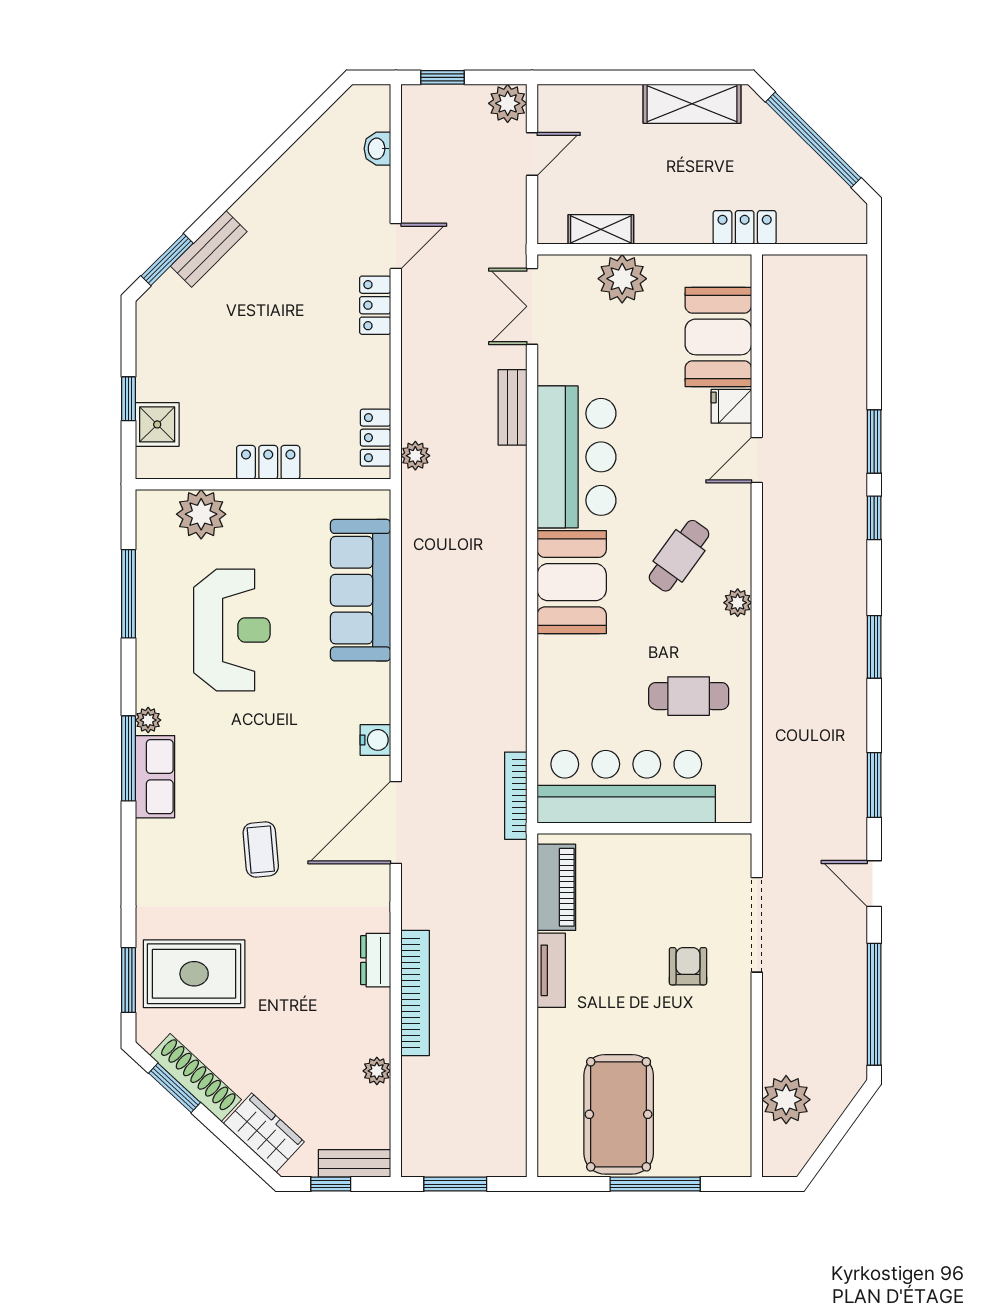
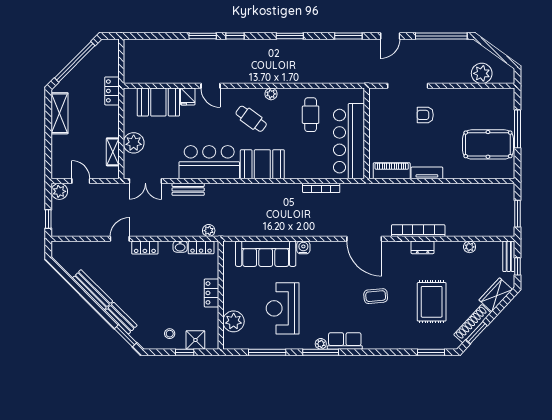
washbasin: (377, 149) -> (180, 247), moved
bench: (276, 182) -> (92, 290), added
door: (396, 246) -> (120, 239), hinge flipped
stool: (172, 364) -> (170, 334), added
reception desk: (232, 630) -> (283, 308), turned -90
water cooler: (375, 740) -> (303, 247), moved
window: (129, 758) -> (321, 352), moved
bookcase: (516, 796) -> (321, 188), moved
rug: (194, 974) -> (432, 302), moved
bookcase: (415, 993) -> (418, 231), moved

